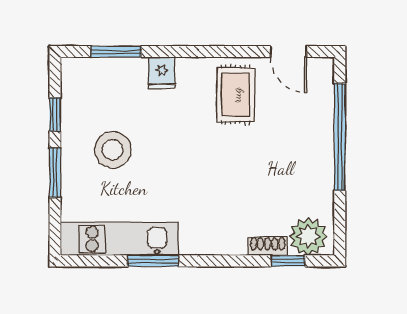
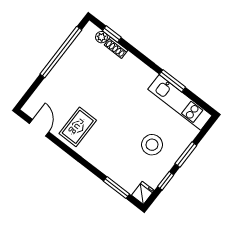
fridge: (162, 73) -> (143, 193), moved
window: (340, 137) -> (61, 52), moved
plant: (308, 236) -> (101, 37), width x0.53, depth x0.53

